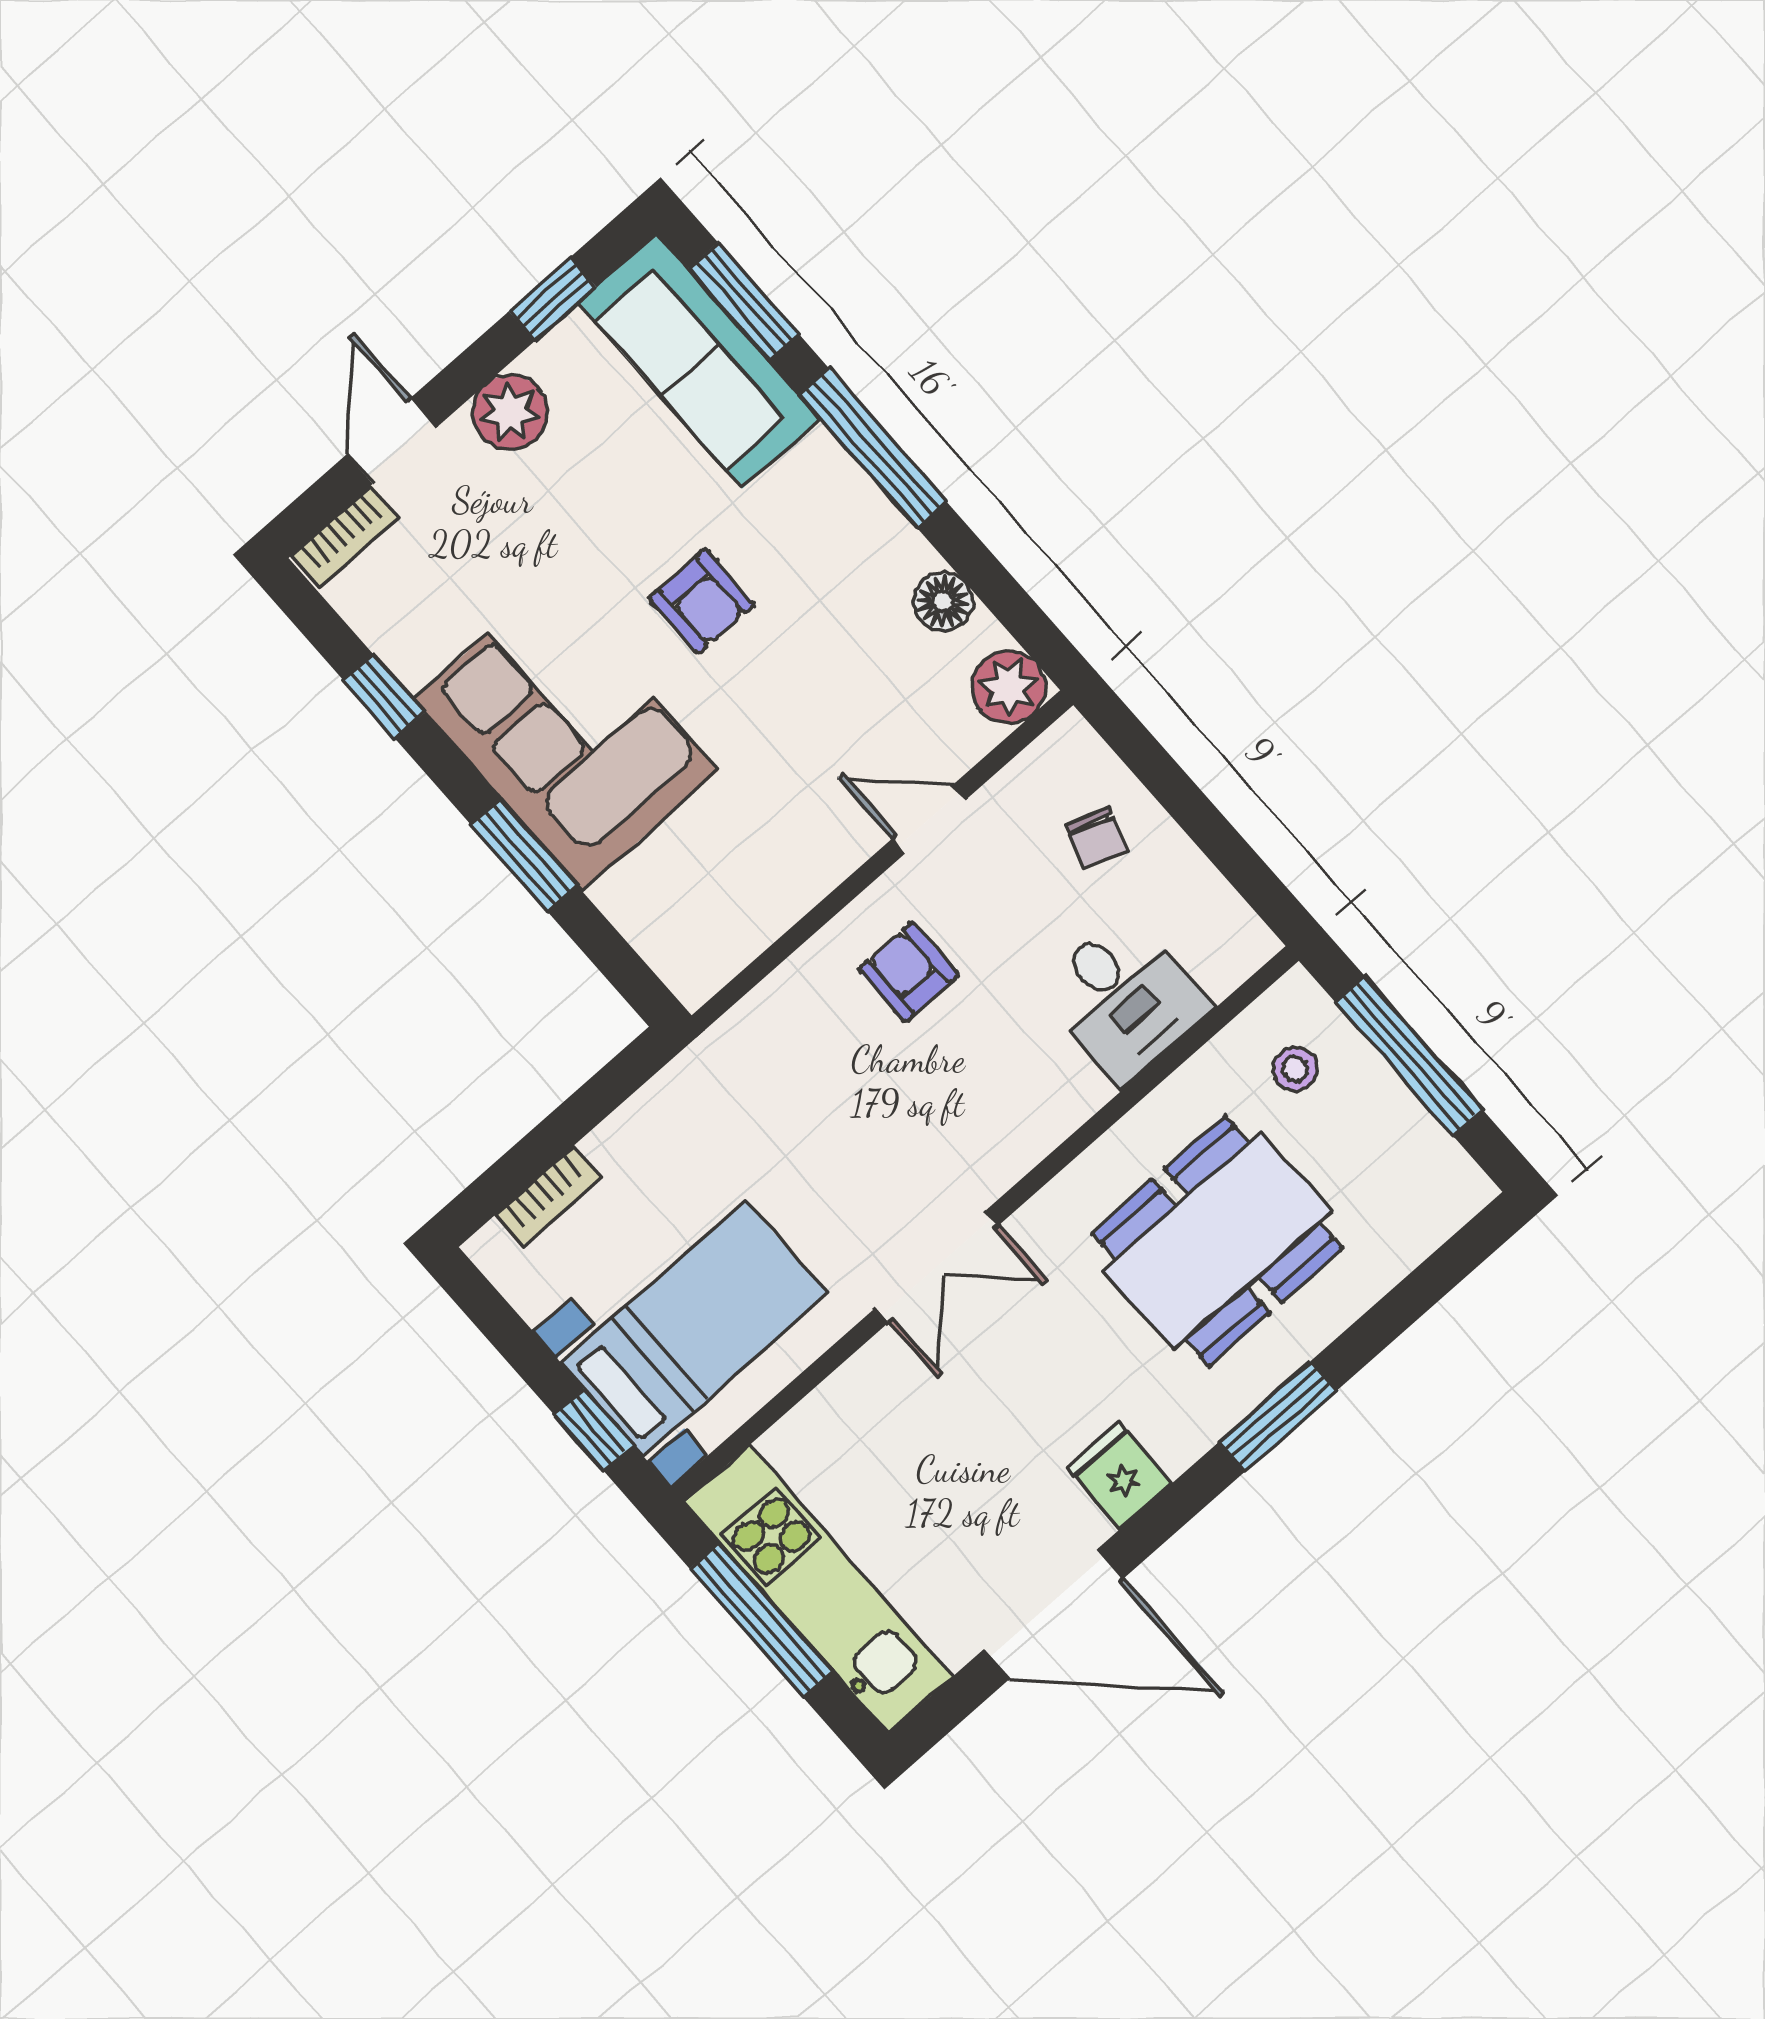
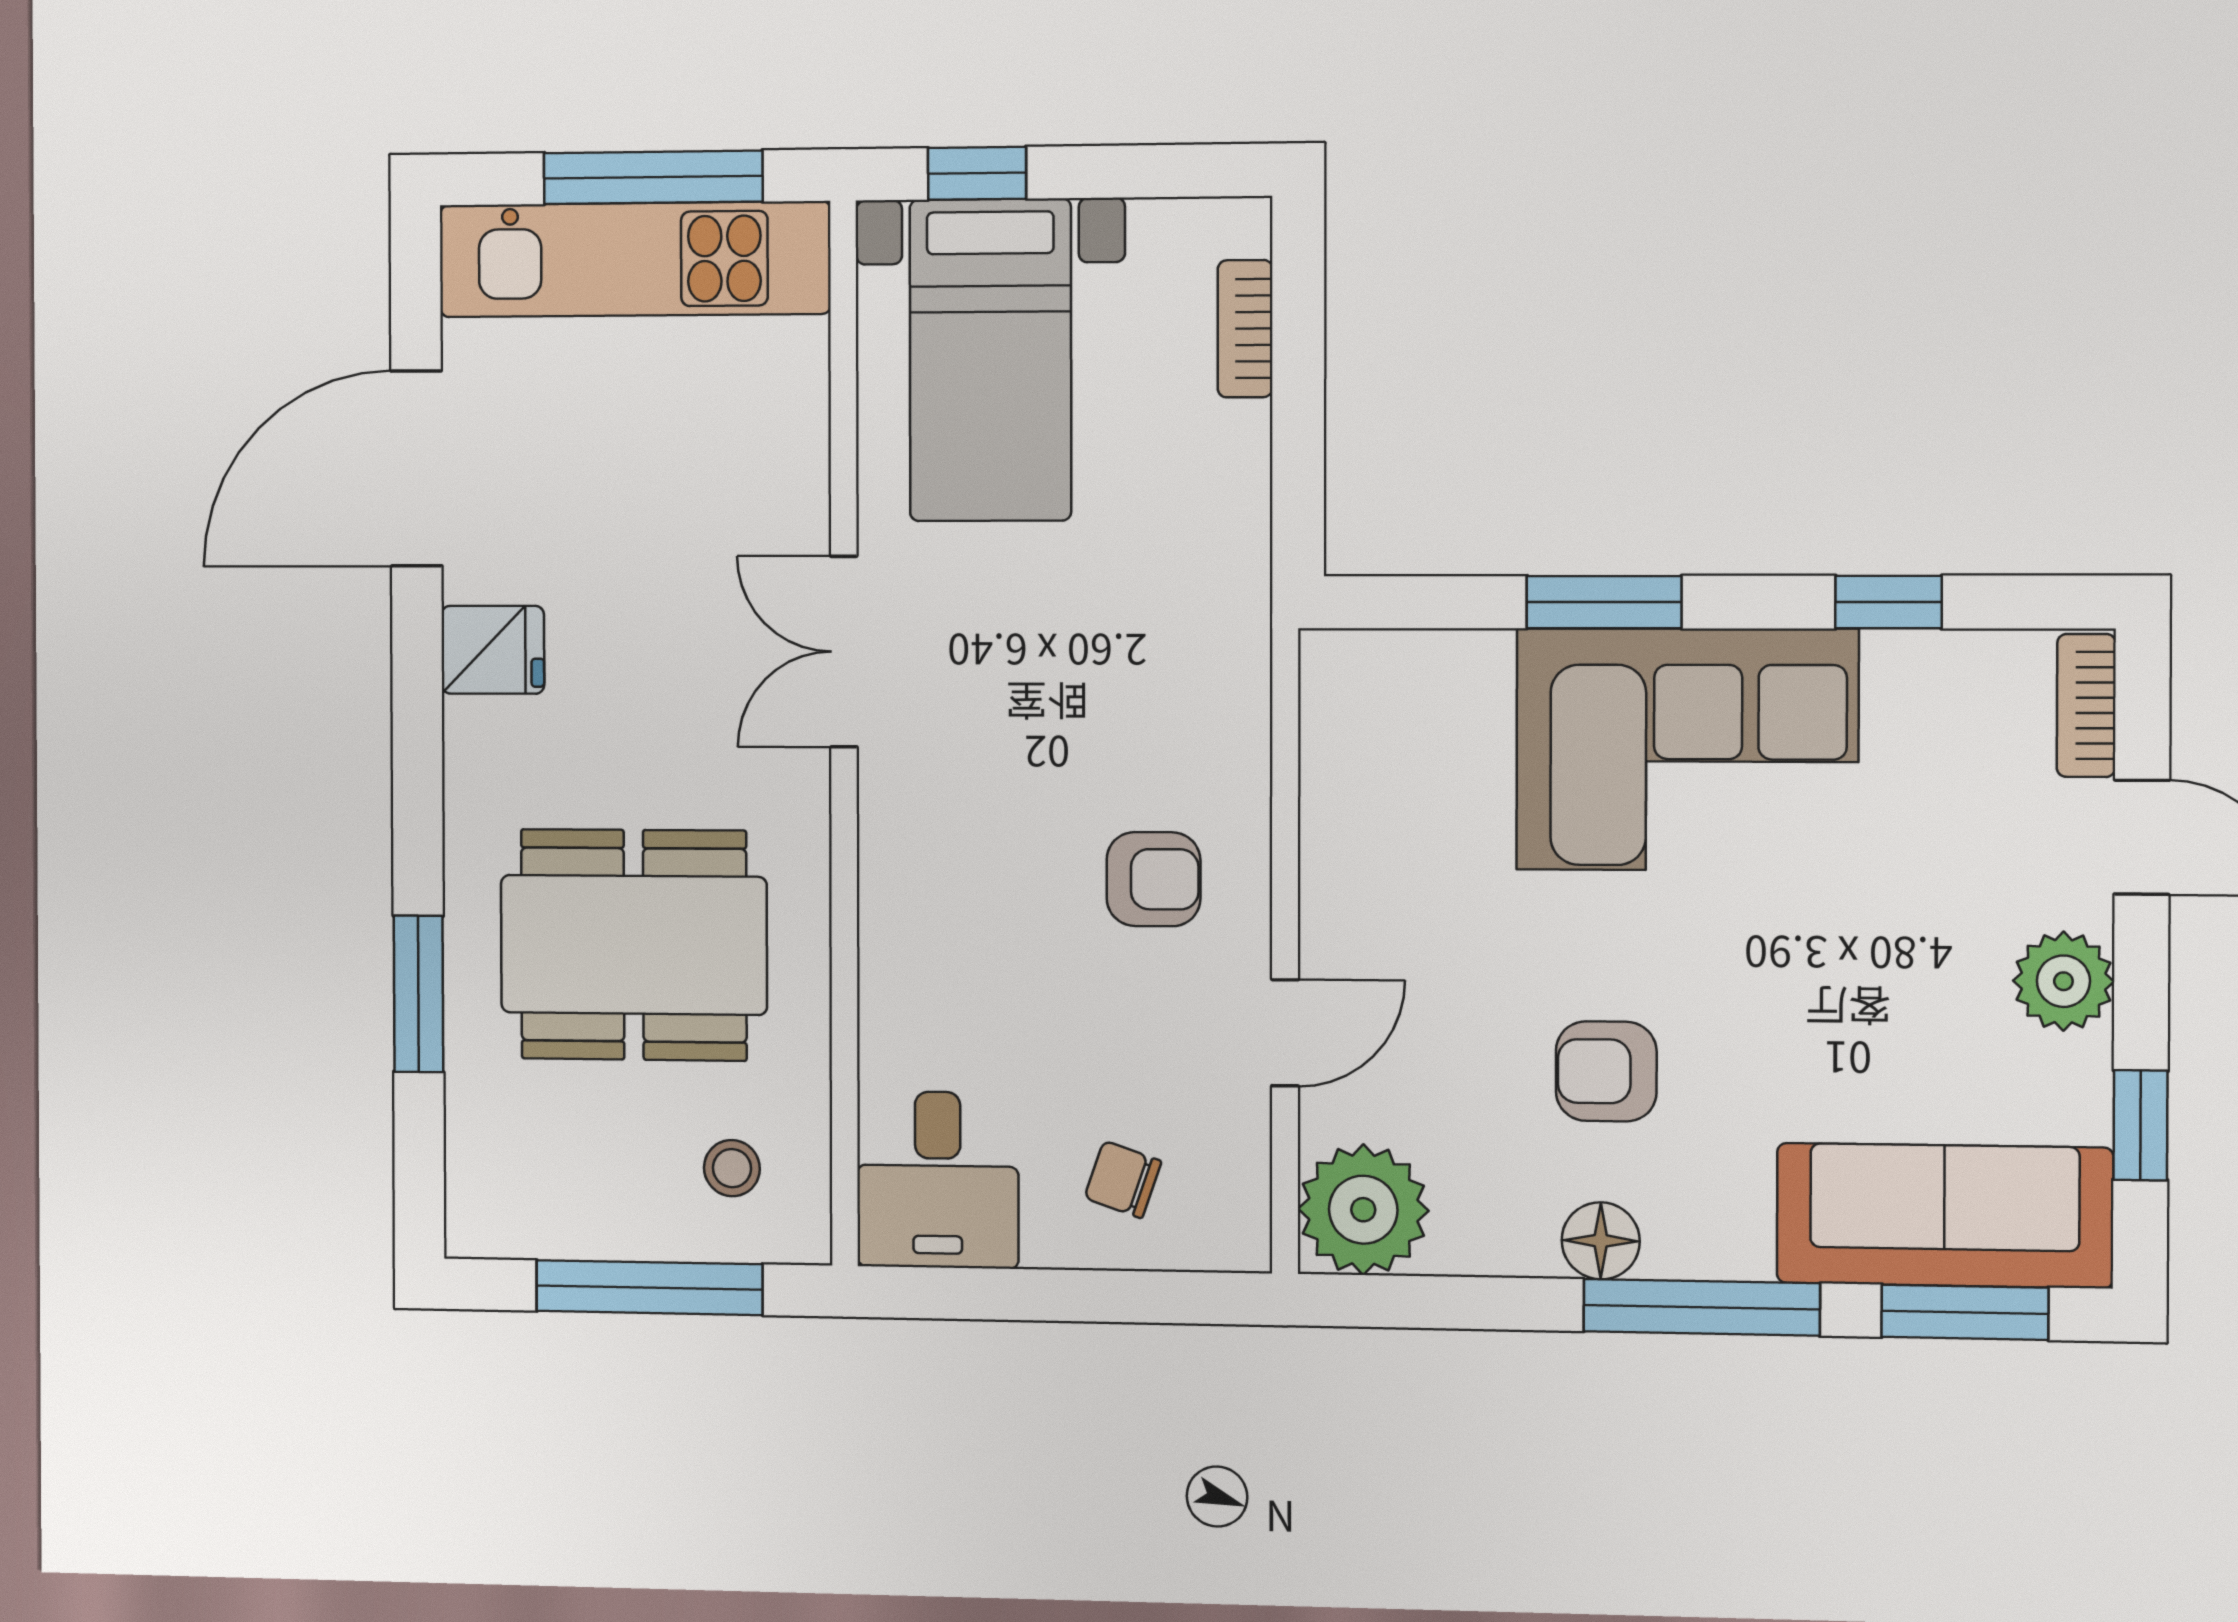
armchair: (702, 601) -> (1606, 1071), moved
floor lamp: (943, 602) -> (1601, 1241), moved
plant: (1009, 687) -> (1363, 1210), width x1.36, depth x1.36
desk: (1124, 998) -> (938, 1180), moved, turned -90
dining table: (1217, 1241) -> (634, 945), turned 90
window: (1278, 1416) -> (418, 994), moved

